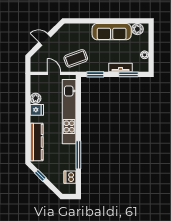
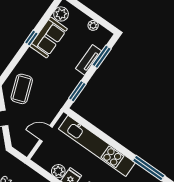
window: (109, 21) -> (31, 38), added
sofa: (112, 32) -> (49, 37), width x0.73
coffee table: (76, 58) -> (22, 89), moved

